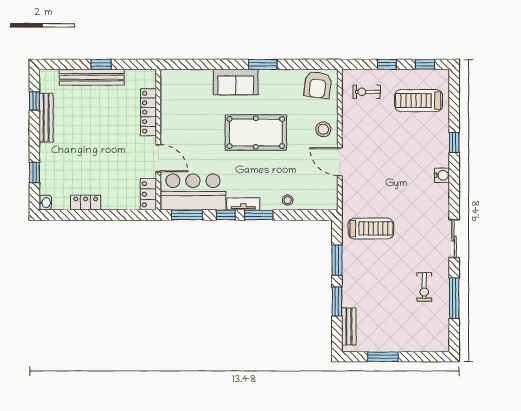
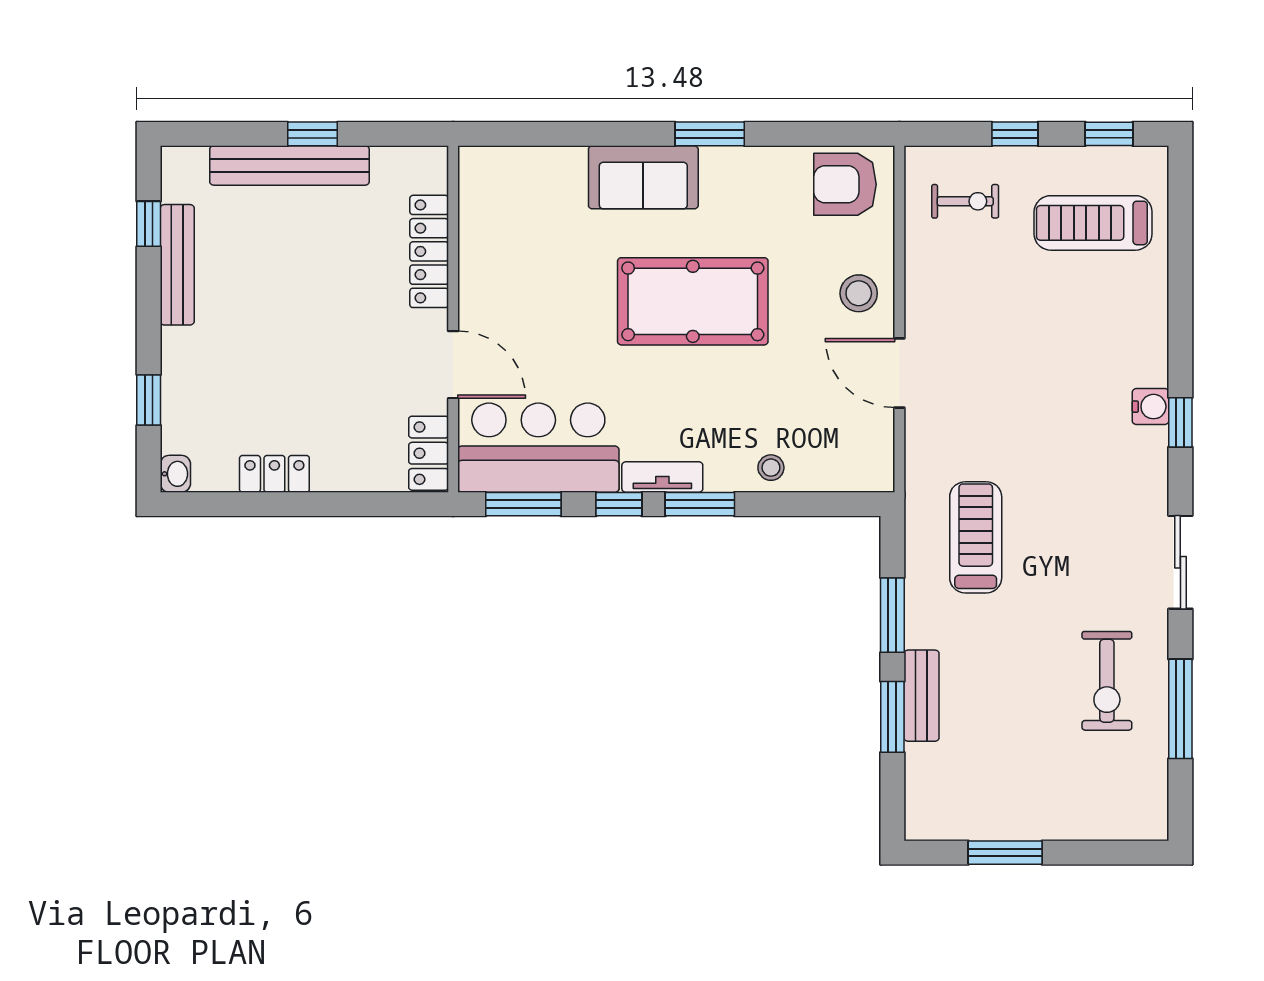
armchair: (318, 85) -> (845, 184), turned 83
exercise bike: (367, 92) -> (965, 201), turned 180
window: (454, 142) -> (1180, 422), moved
treadmill: (371, 228) -> (976, 537), turned -90
exercise bike: (424, 287) -> (1107, 681), width x1.38, depth x1.39
bench: (349, 326) -> (922, 696), moved

